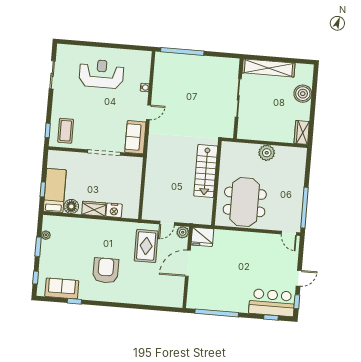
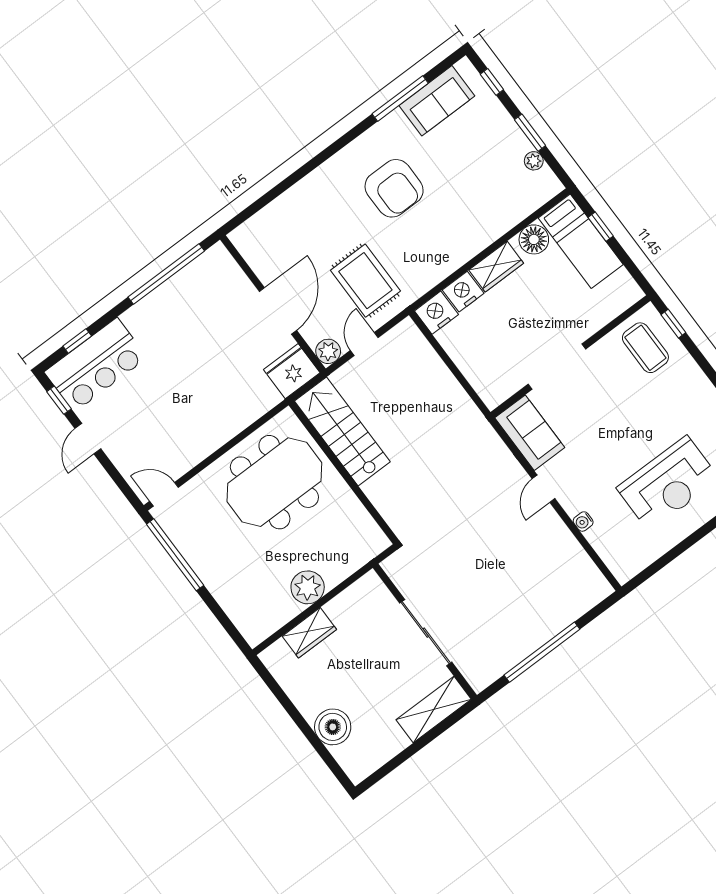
window: (182, 51) -> (542, 652), moved
shelving: (269, 68) -> (434, 709), width x0.68
wardrobe: (302, 132) -> (309, 633), moved, turned 90
stairs: (206, 171) -> (342, 431), moved
meeting table: (245, 202) -> (274, 482), turned 90
nightstand: (131, 211) -> (436, 313), added
window: (74, 301) -> (400, 98), width x2.17

